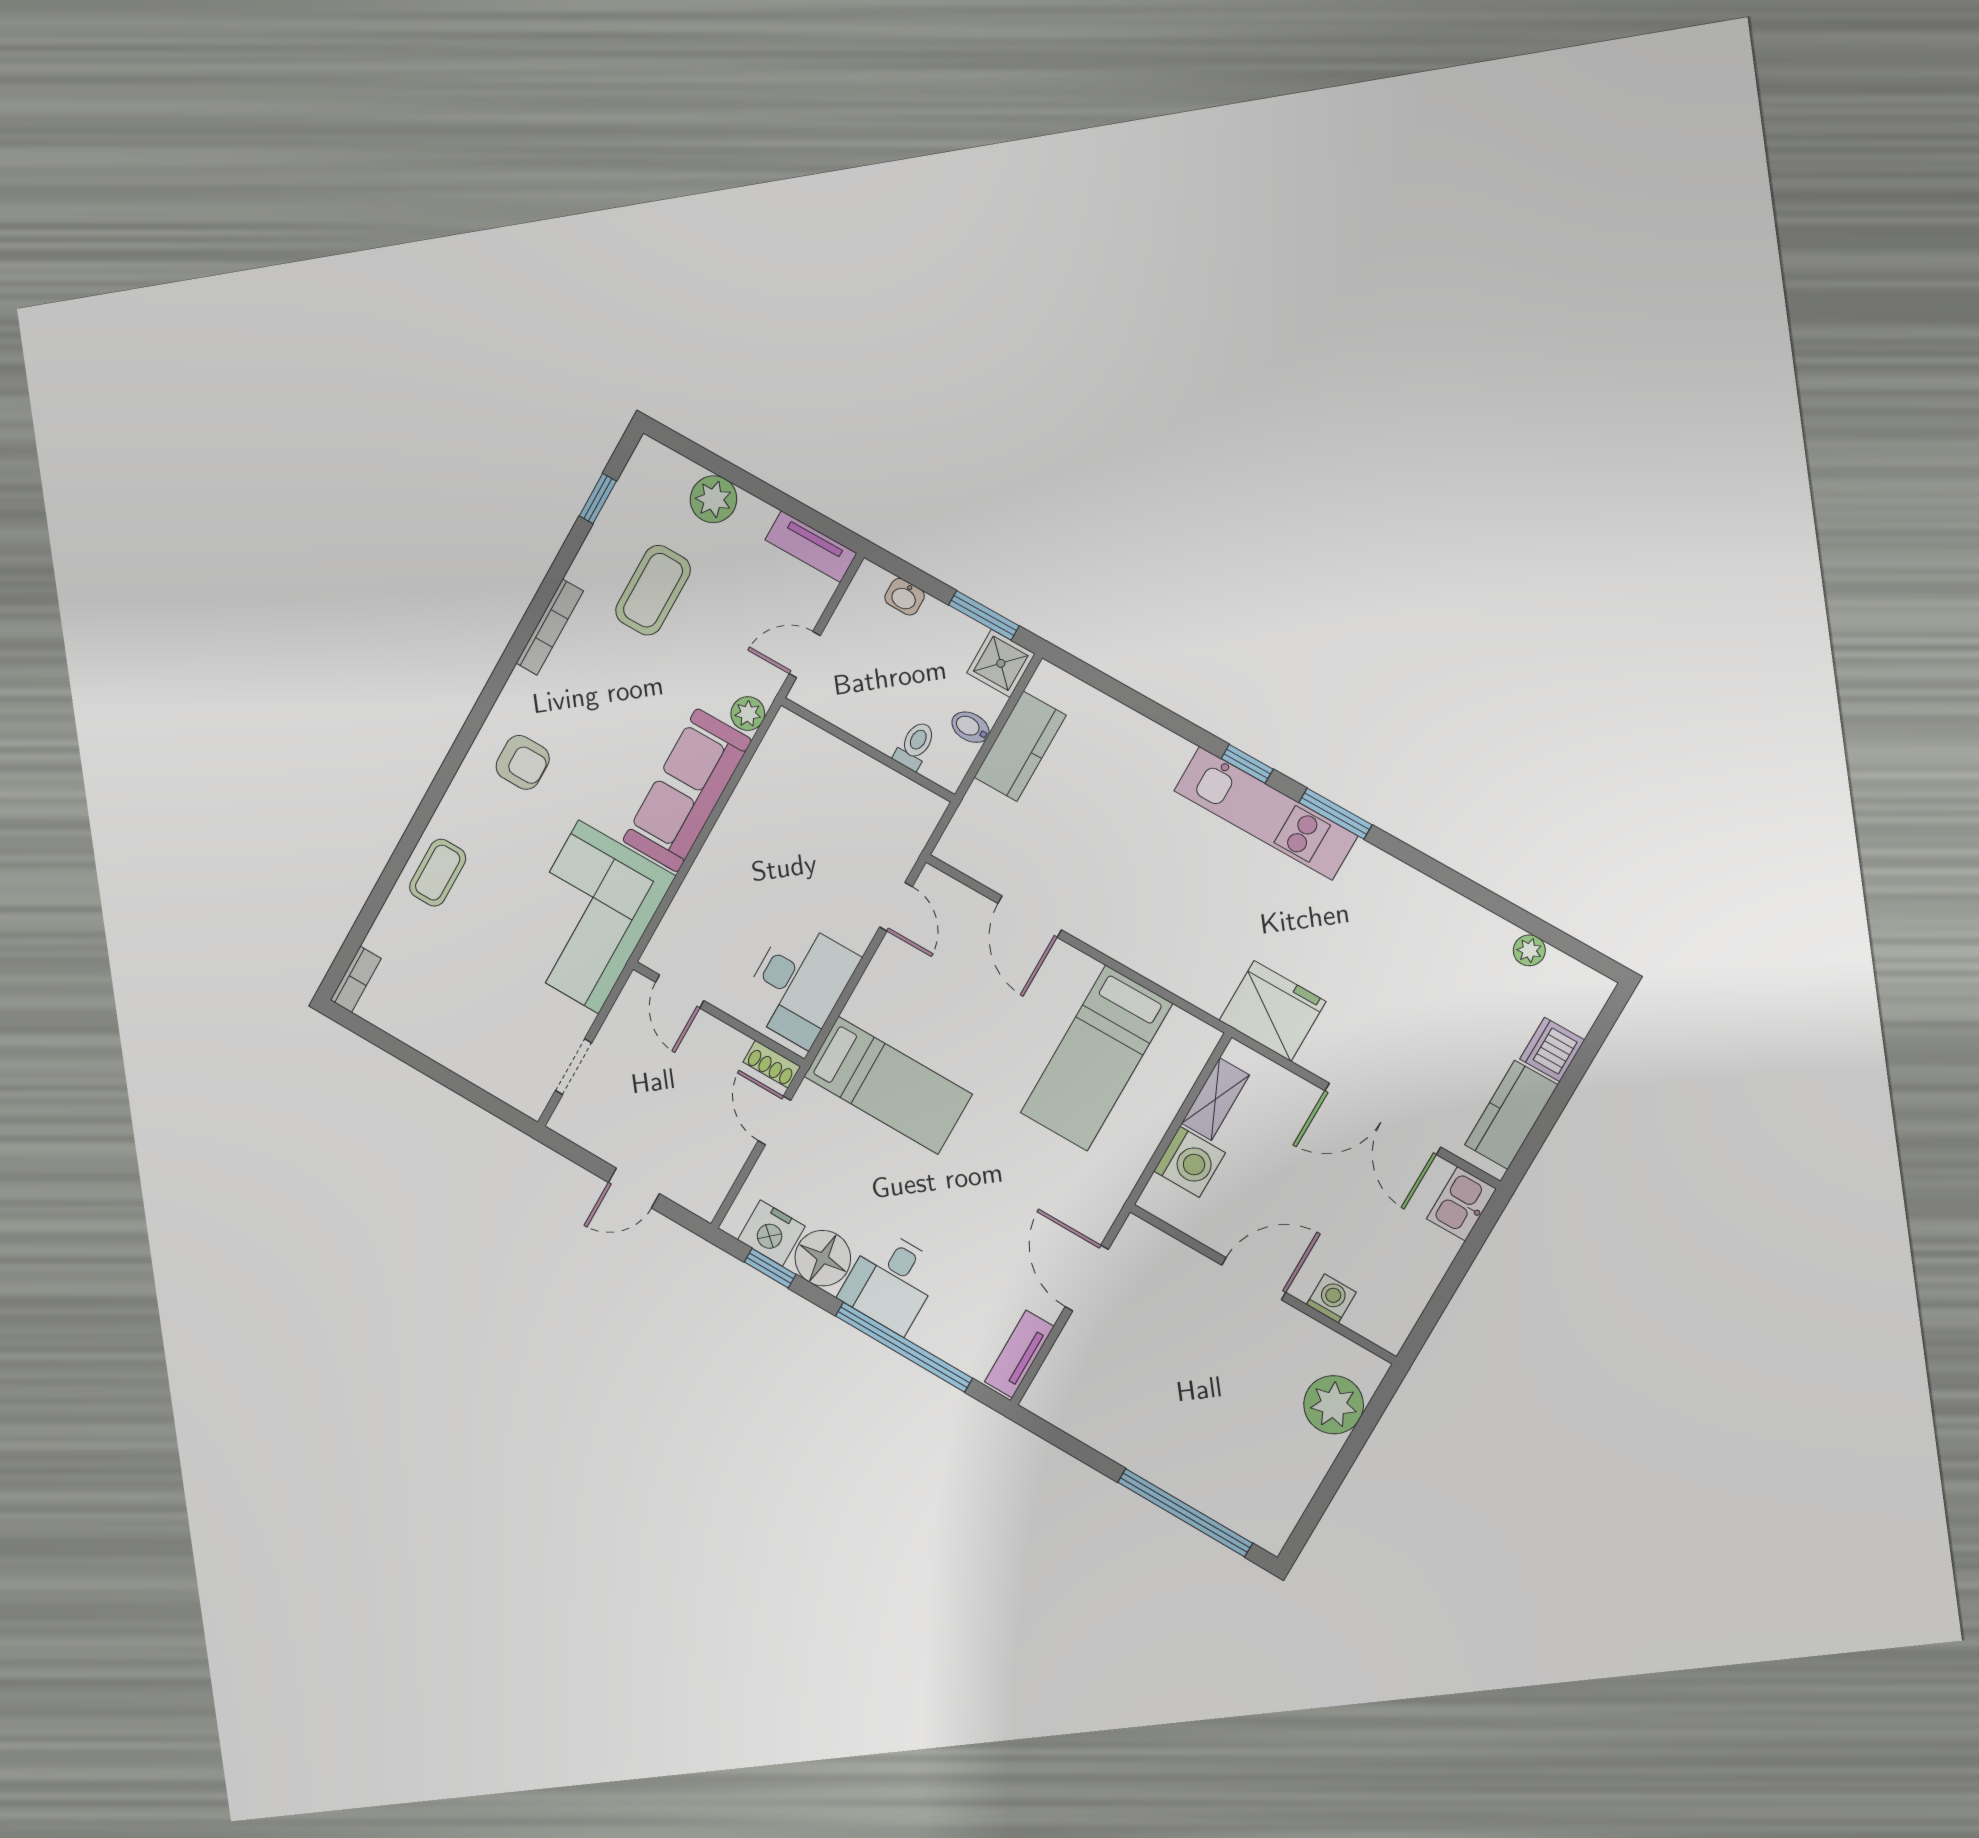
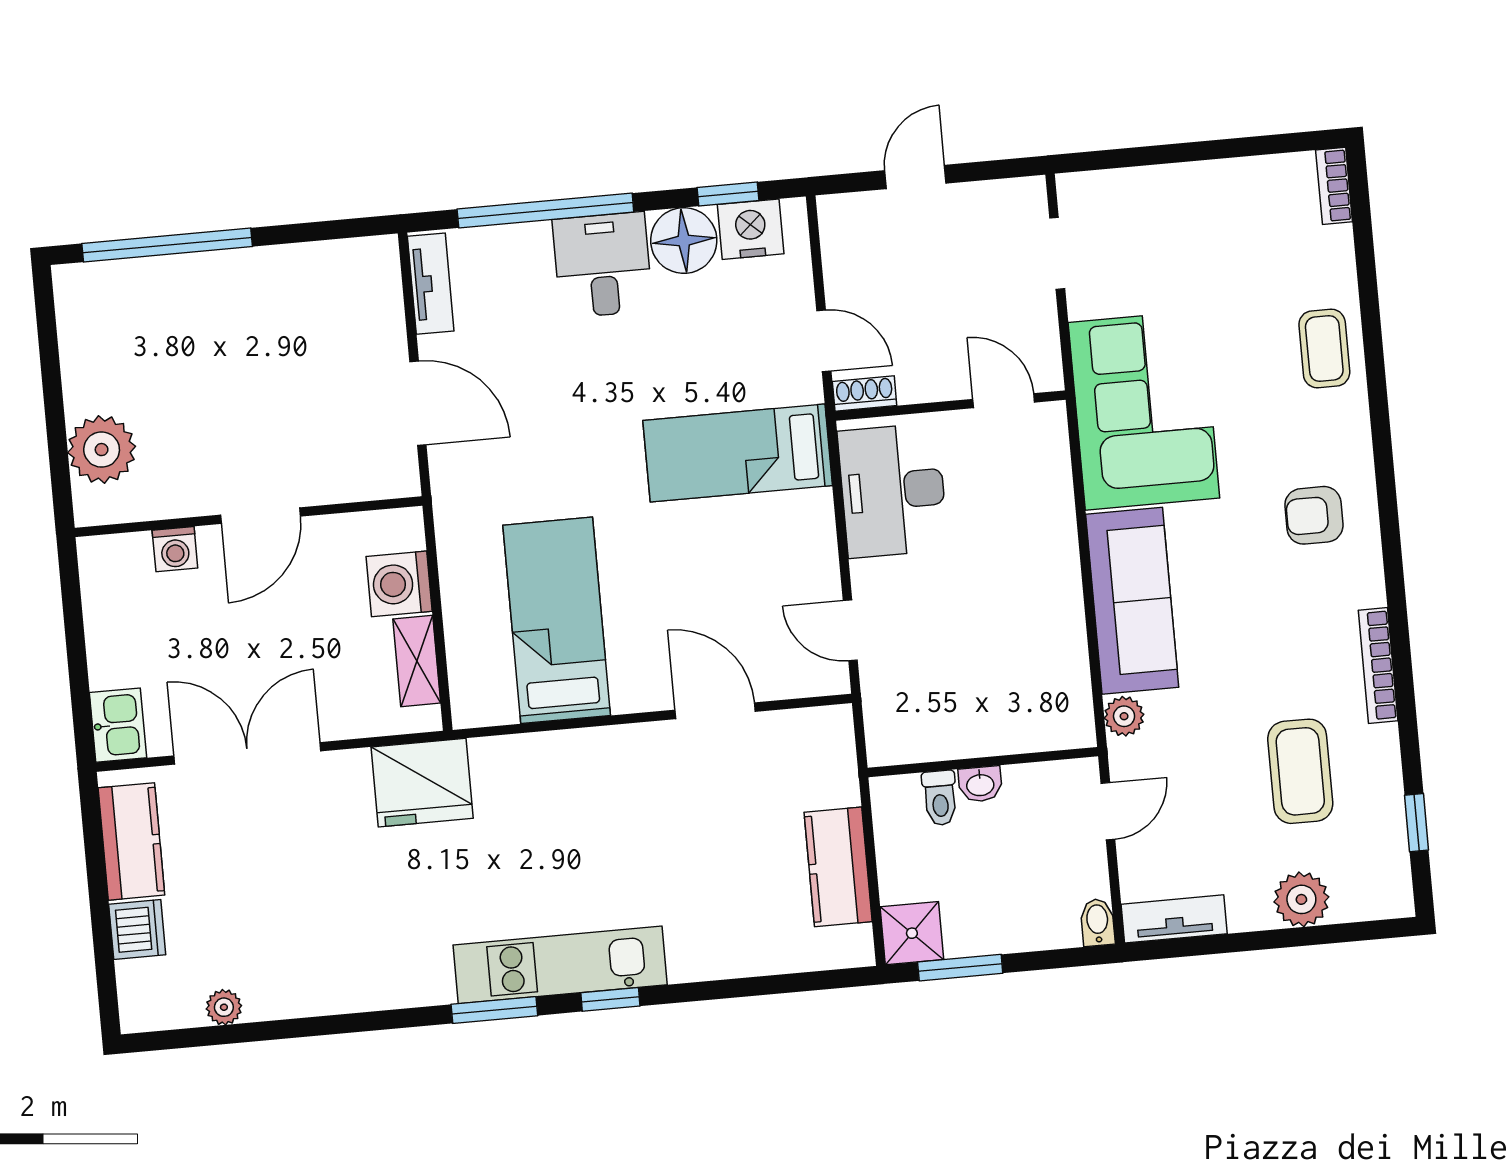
washbasin: (905, 597) -> (980, 784), moved, turned 180
bidet: (971, 727) -> (1097, 922), moved, turned -90

